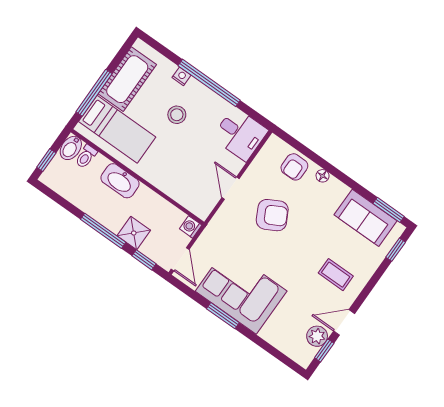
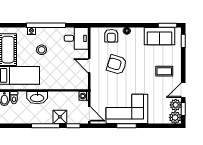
armchair: (272, 215) -> (117, 65), turned -135
plant: (303, 354) -> (175, 117), added

